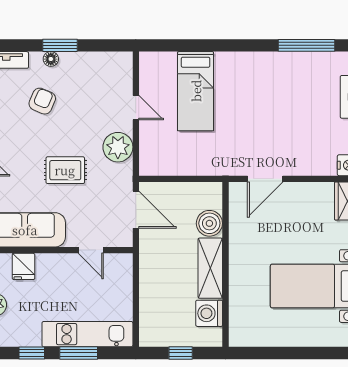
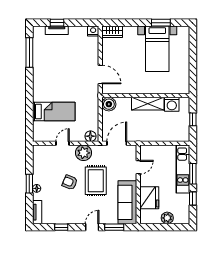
armchair: (42, 101) -> (70, 182), moved
floor lamp: (149, 160) -> (90, 136), added
rug: (65, 170) -> (96, 181), width x1.36, depth x1.43
boiler: (209, 223) -> (109, 104), moved
fridge: (24, 266) -> (149, 198), width x1.88, depth x1.34

